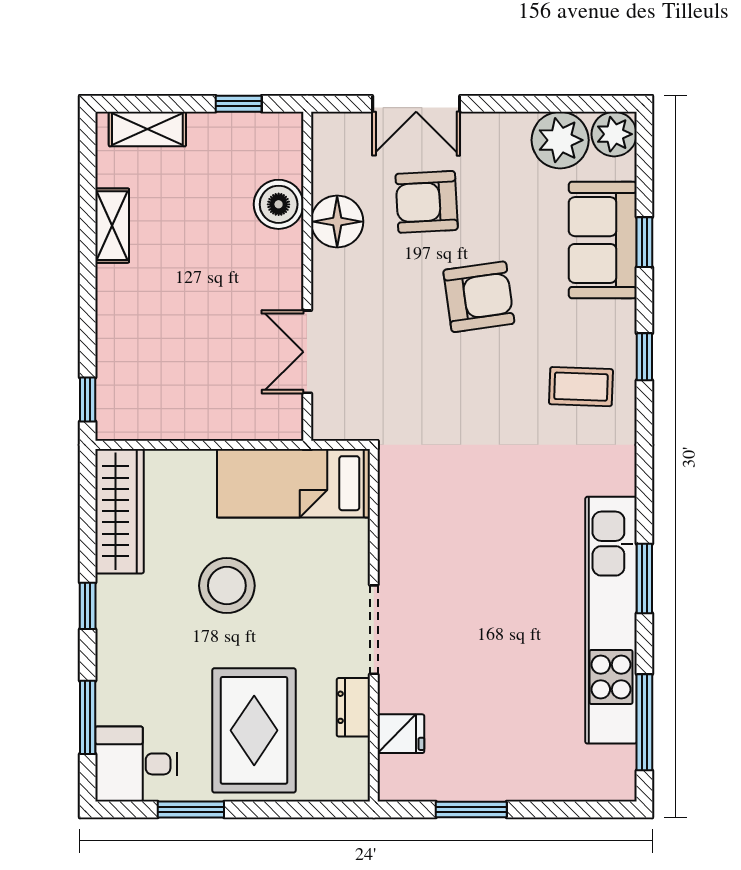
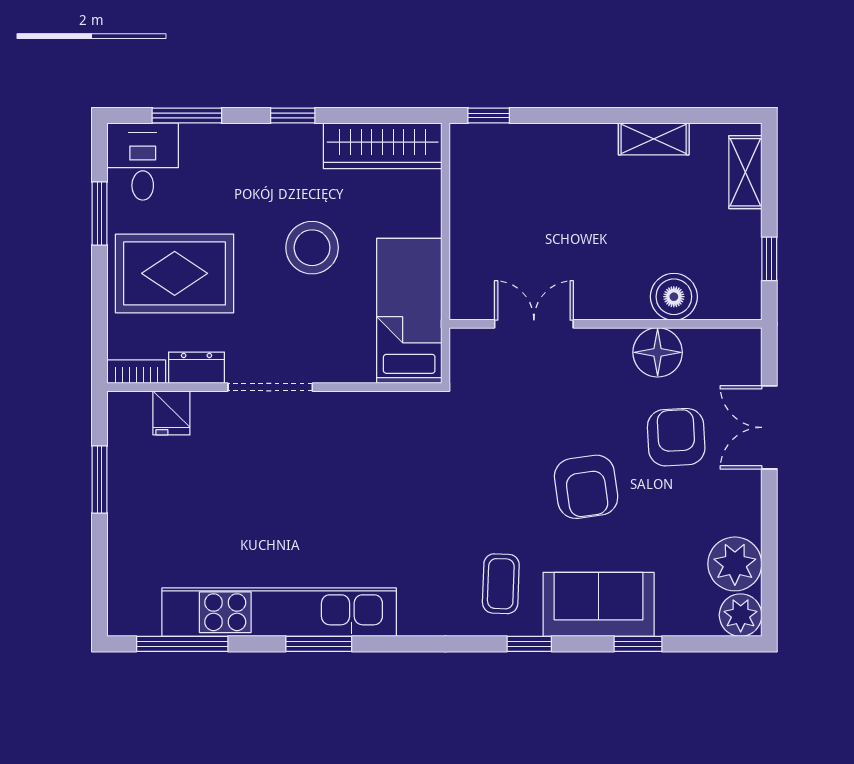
sofa: (603, 240) -> (599, 604), moved
bookcase: (358, 771) -> (136, 372), added

